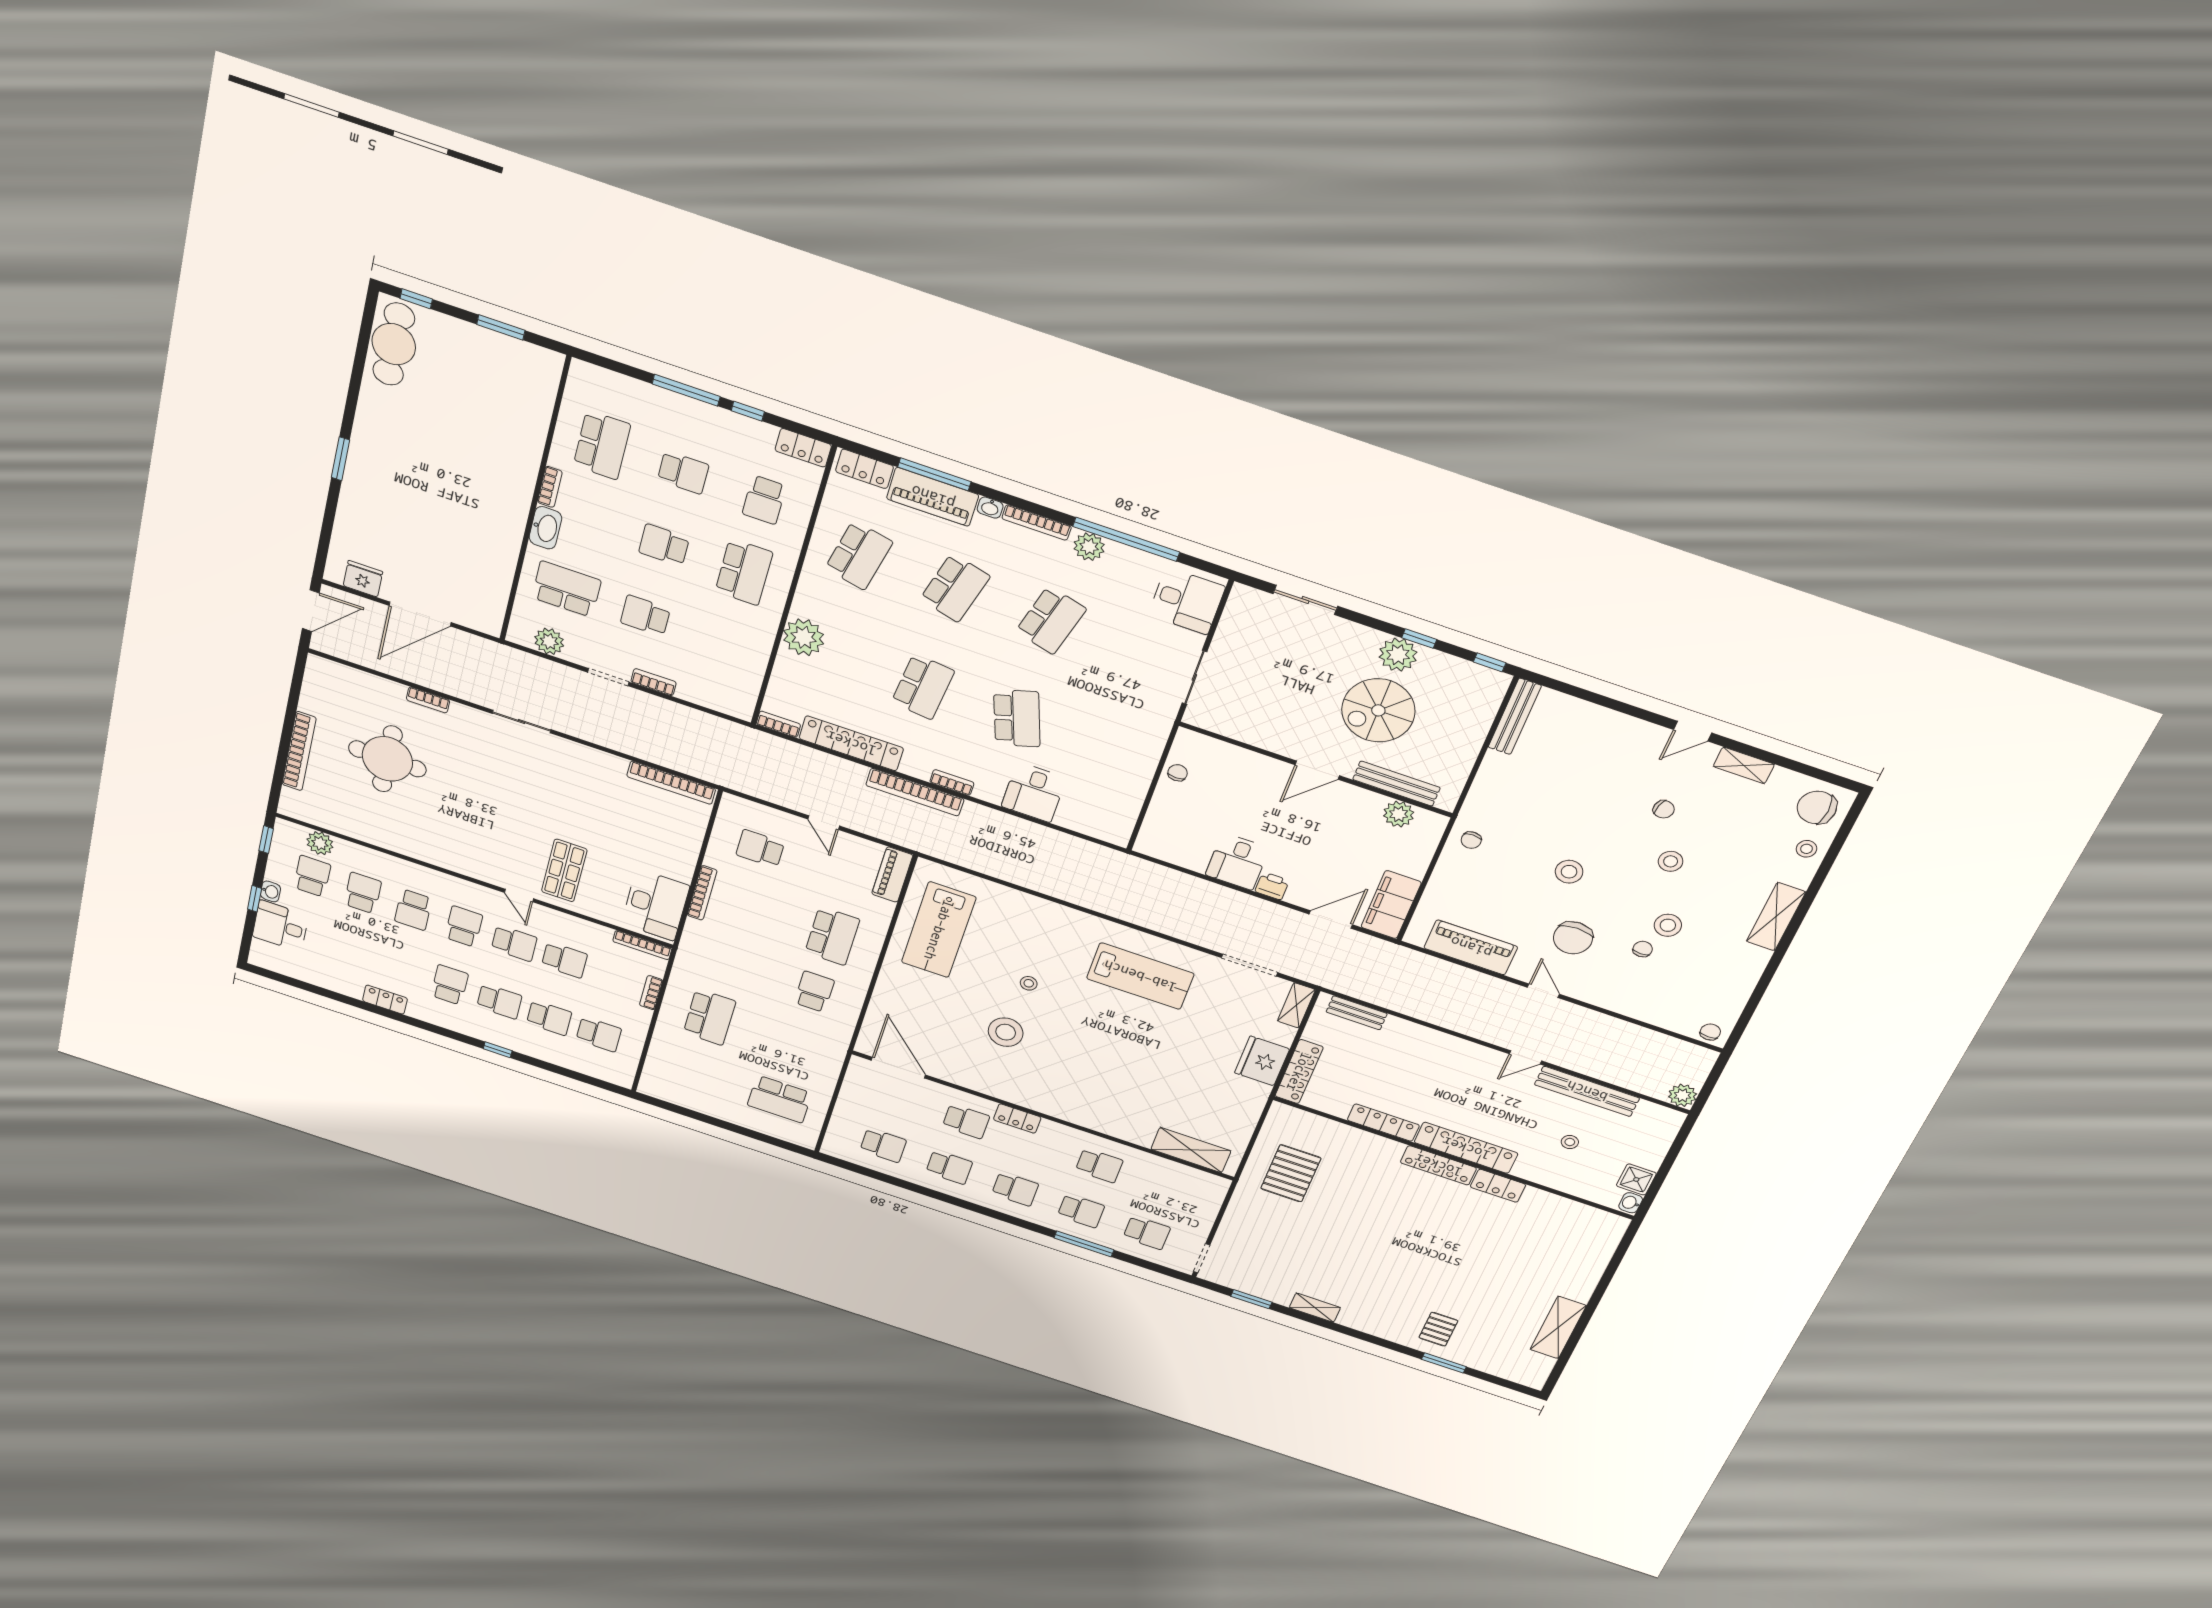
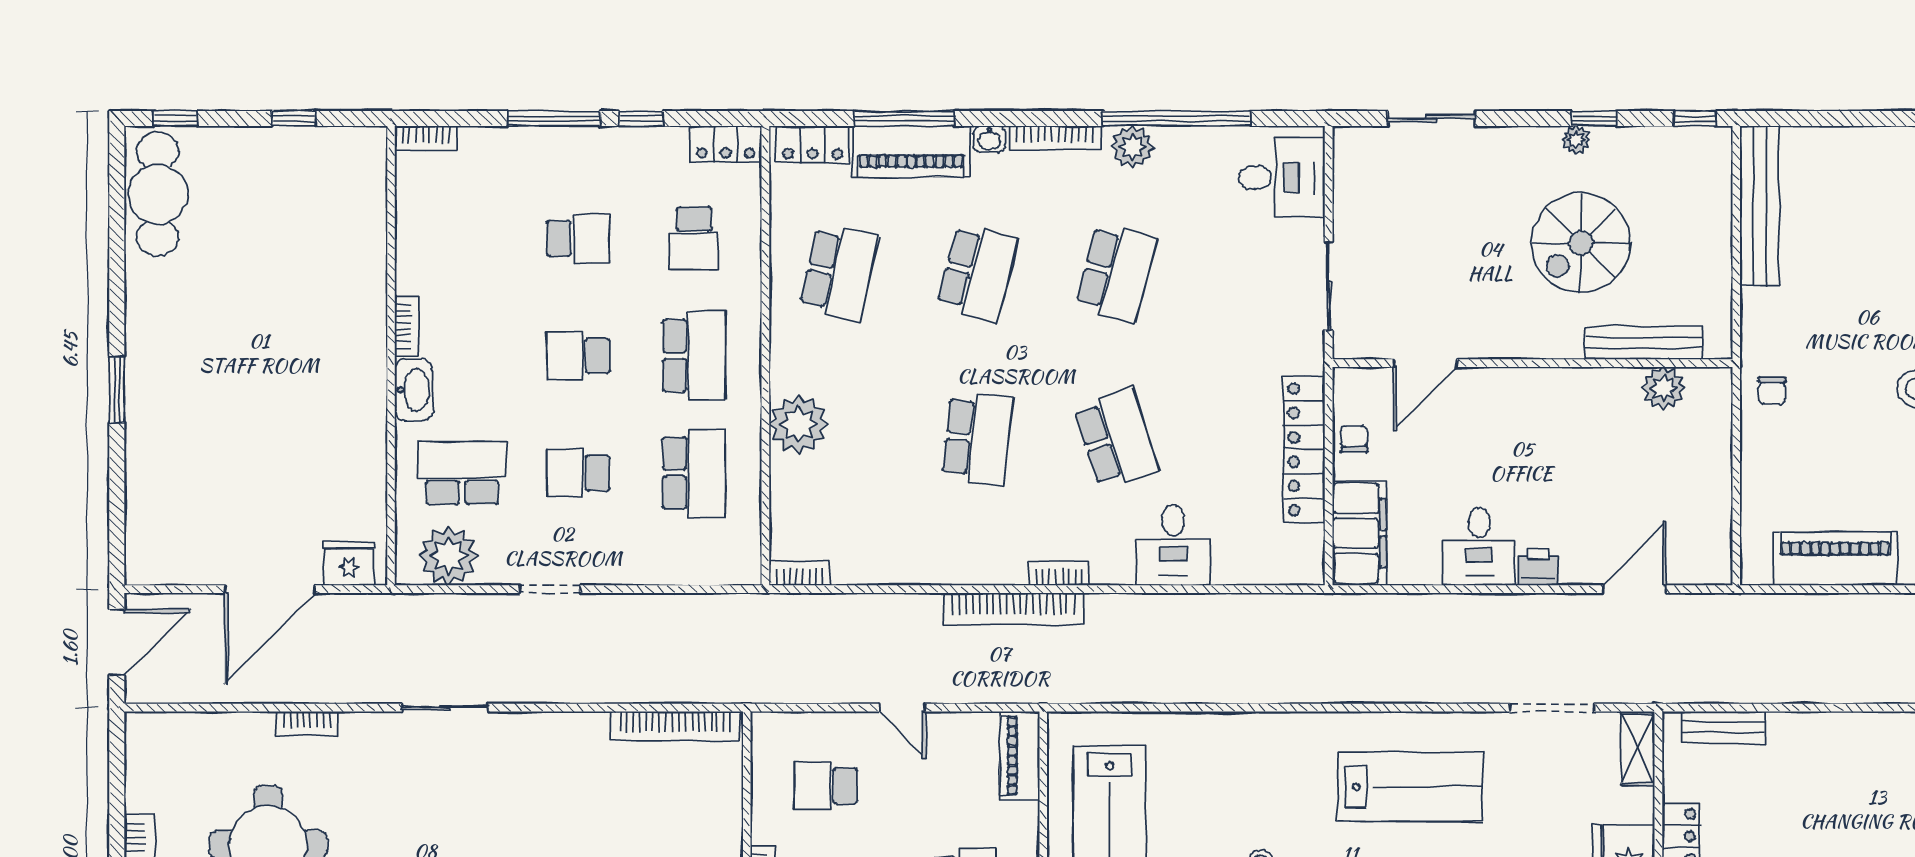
window: (501, 327) -> (294, 118), width x0.67
school desk: (602, 445) -> (694, 473), moved
fridge: (363, 579) -> (349, 564), moved
plant: (549, 641) -> (448, 556), width x1.36, depth x1.36
plant: (1398, 655) -> (1576, 140), width x0.53, depth x0.53
bookcase: (654, 682) -> (426, 138), moved, turned 180
bench: (1515, 716) -> (1760, 206), width x1.37, depth x1.21
locker: (851, 743) -> (1304, 449), moved, turned -90
door: (1317, 770) -> (1425, 363), moved
filing cabinet: (1391, 905) -> (1359, 533), moved, turned 180

